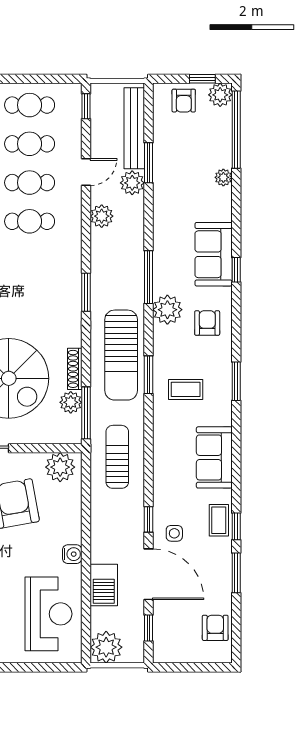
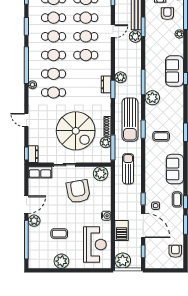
plant: (102, 216) -> (121, 77), moved
dresser: (72, 282) -> (106, 84), added
armchair: (207, 323) -> (167, 14), moved

